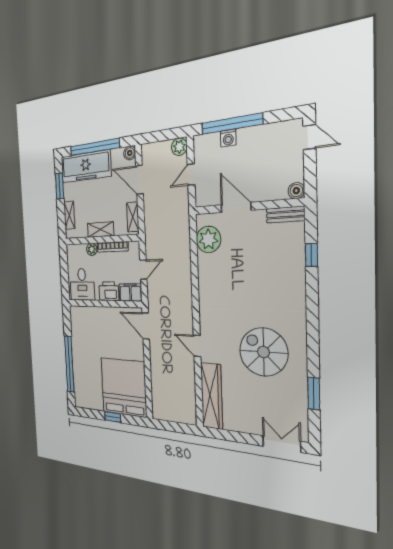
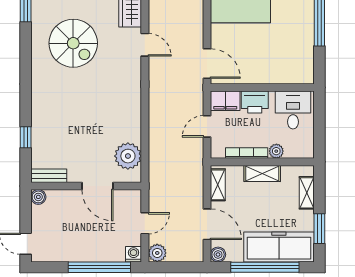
washing machine: (228, 138) -> (134, 254), moved

